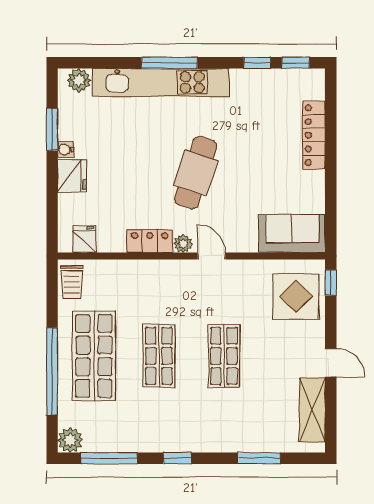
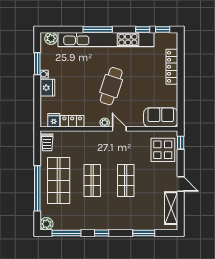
kitchen unit: (161, 82) -> (106, 40), width x1.36
locker: (150, 241) -> (72, 121), moved

